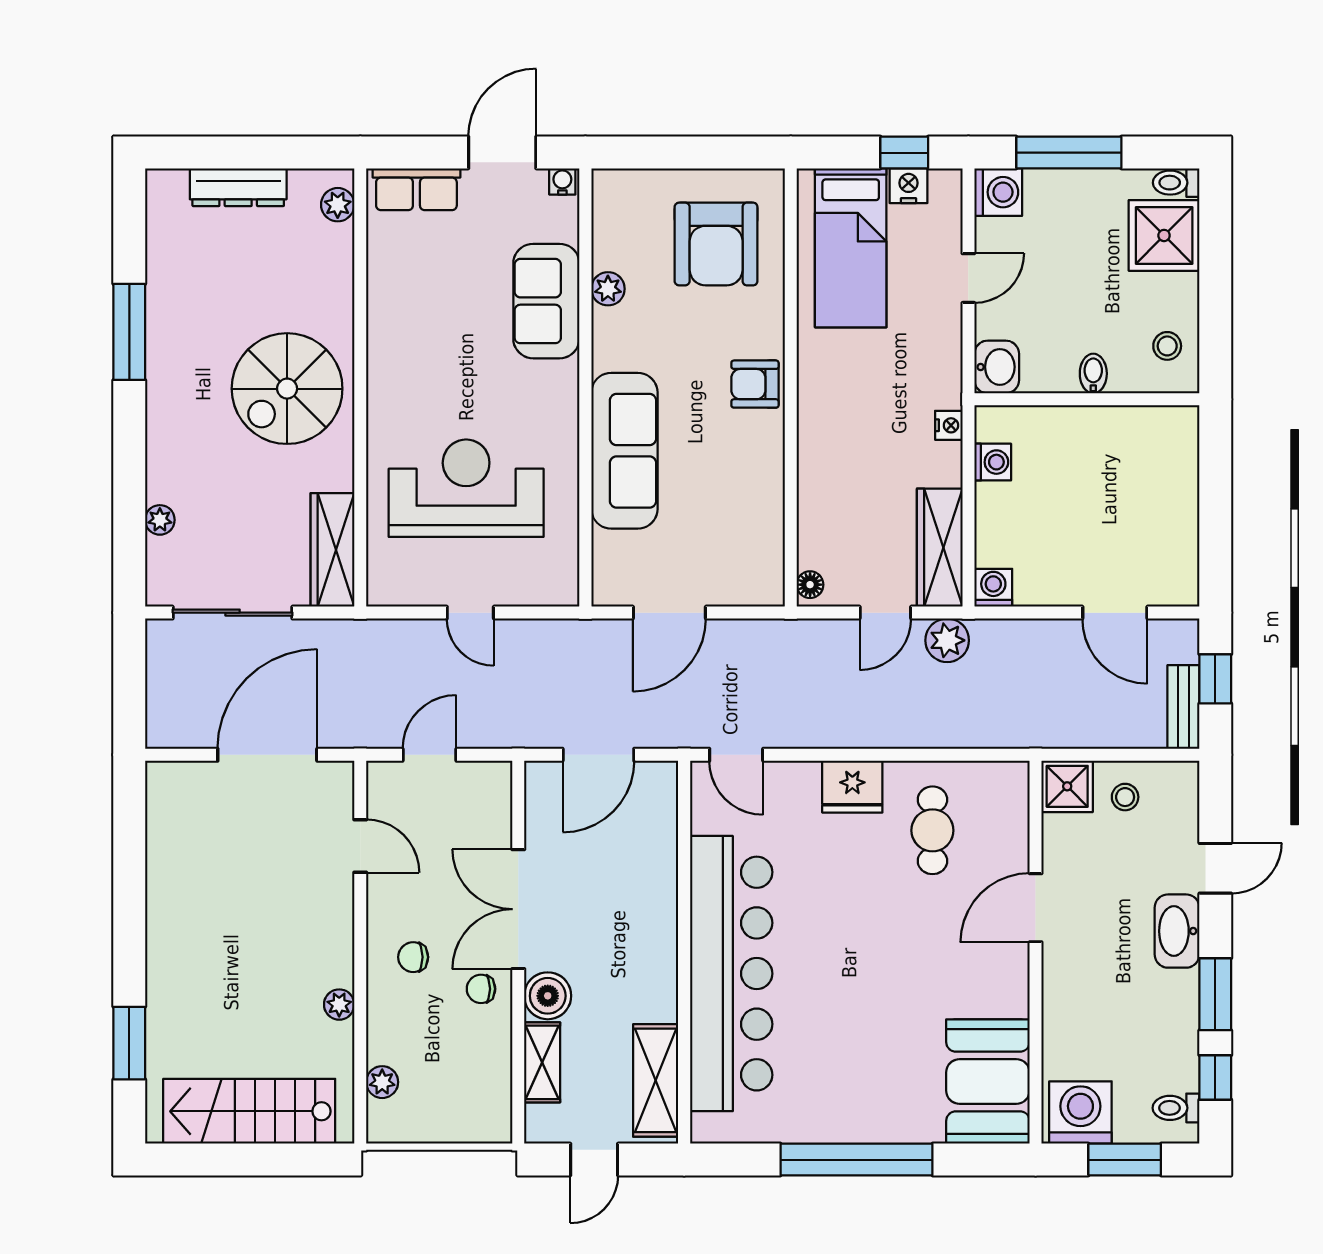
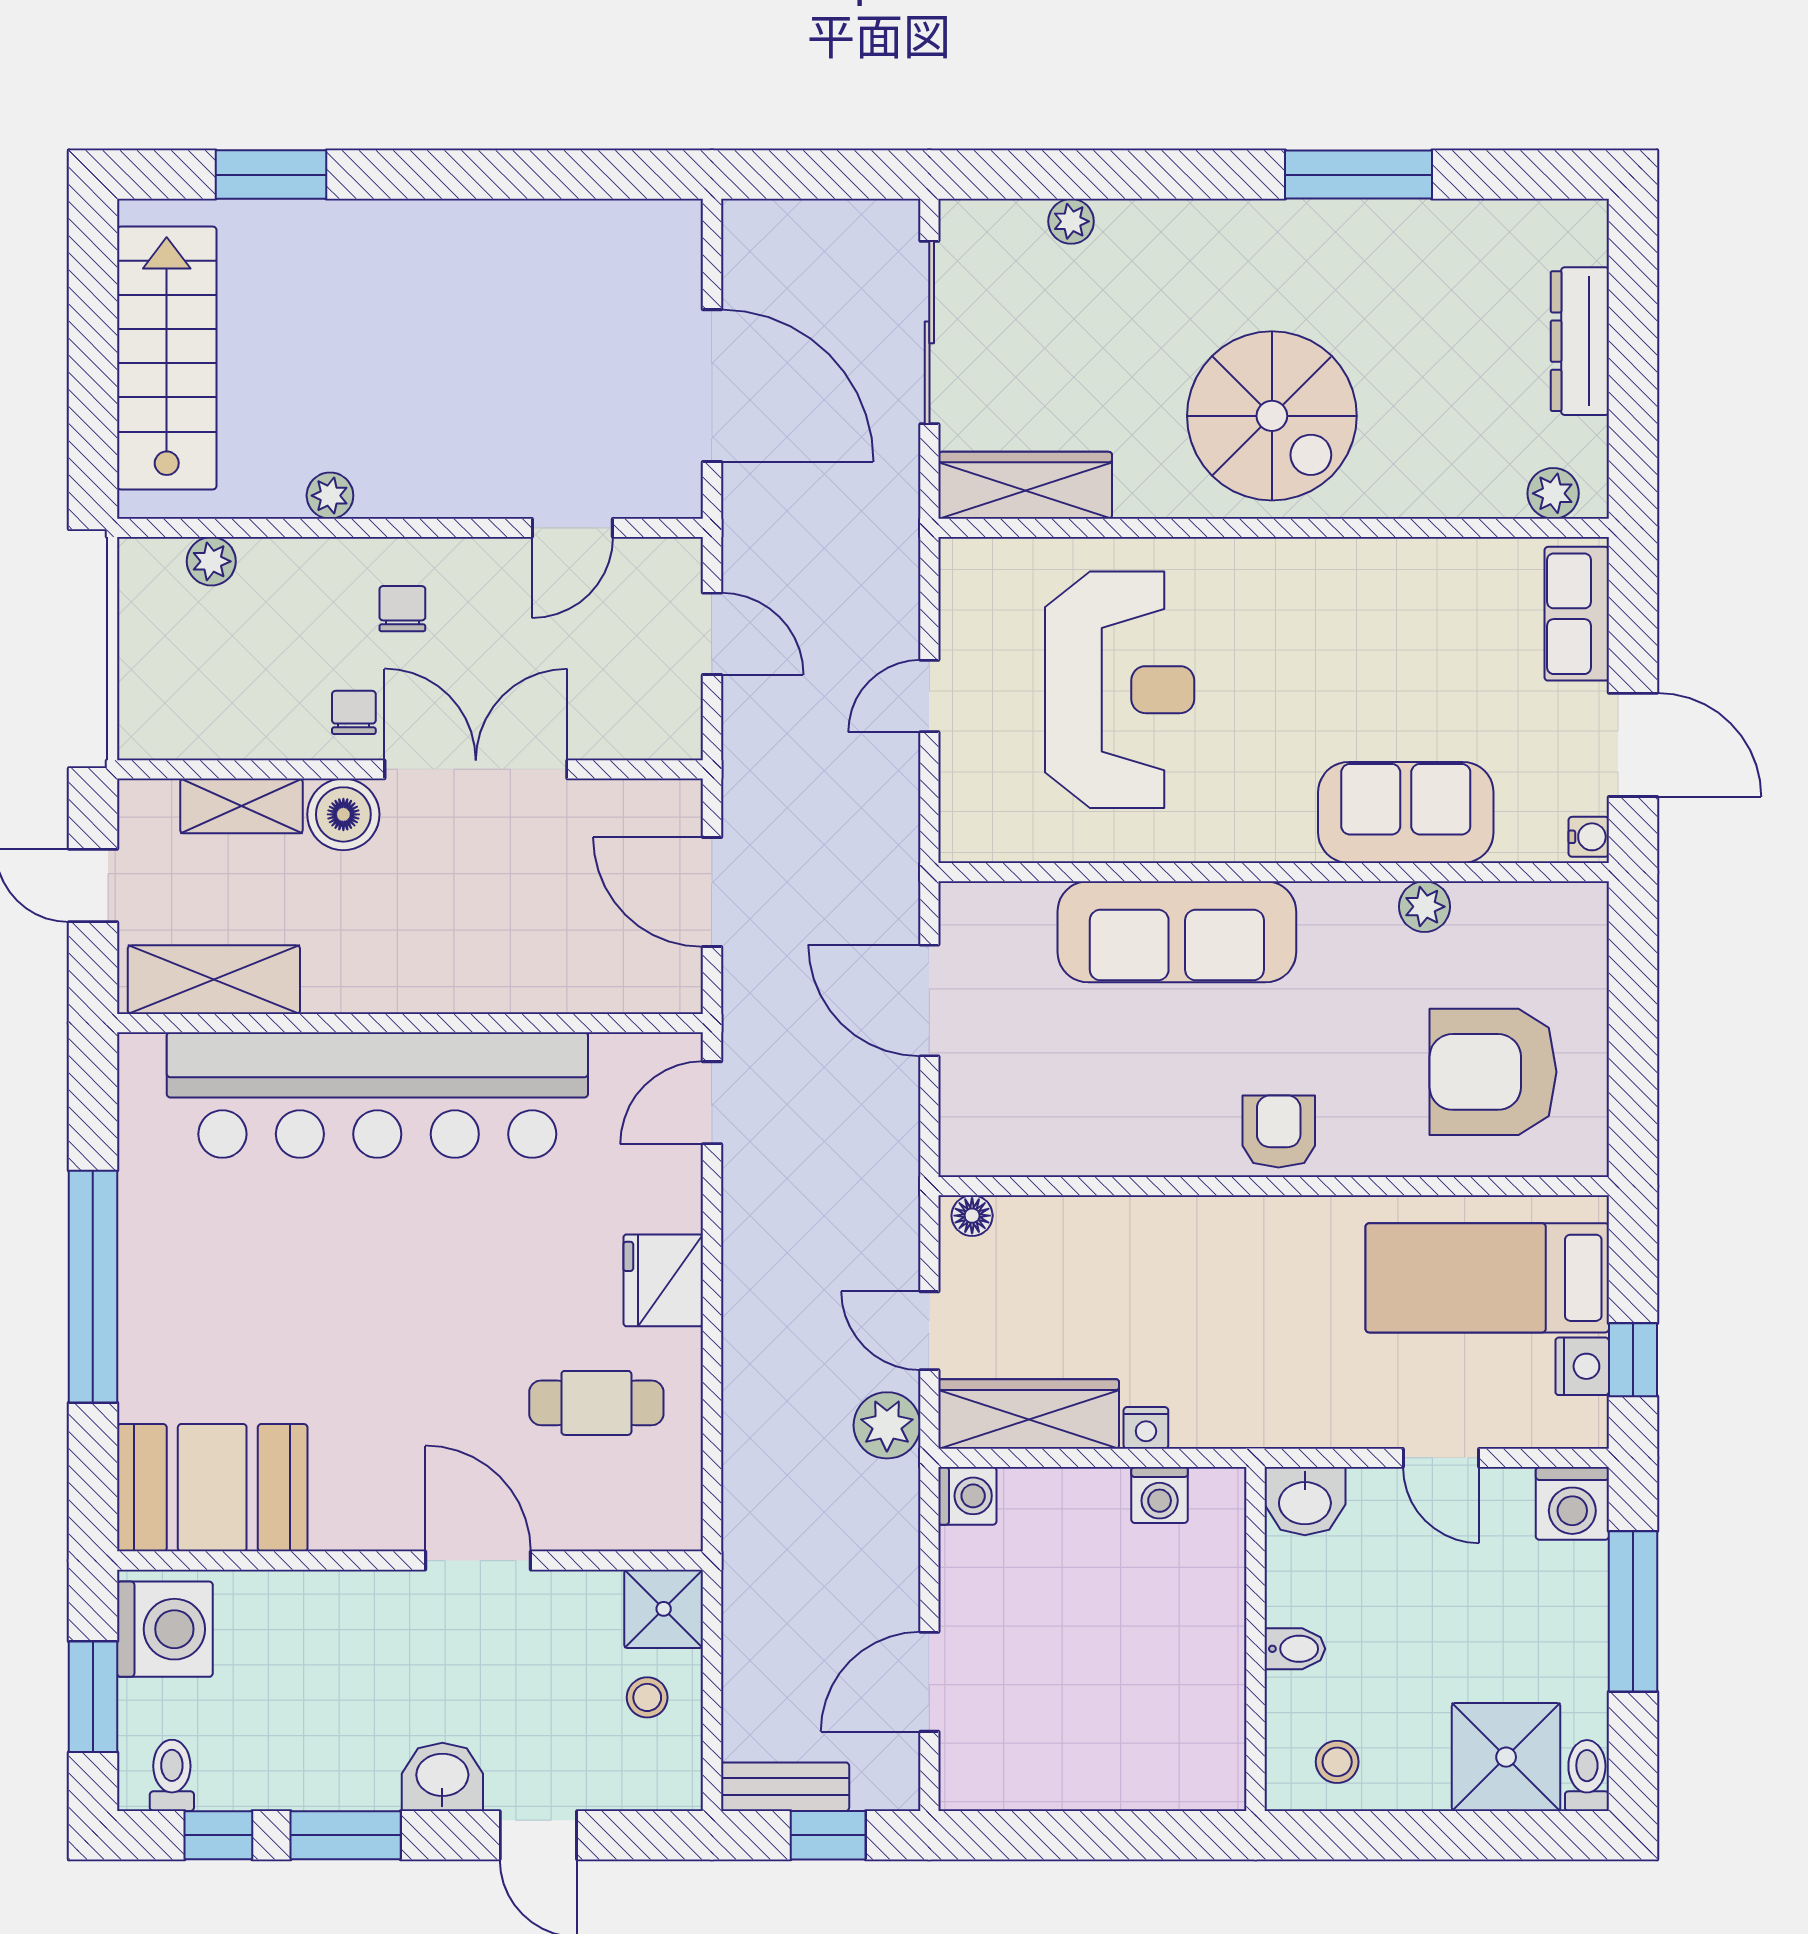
spiral stairs: (287, 389) -> (1272, 416), turned 180
nightstand: (949, 425) -> (1146, 1428), moved
washbasin: (1177, 931) -> (442, 1777), width x0.72

